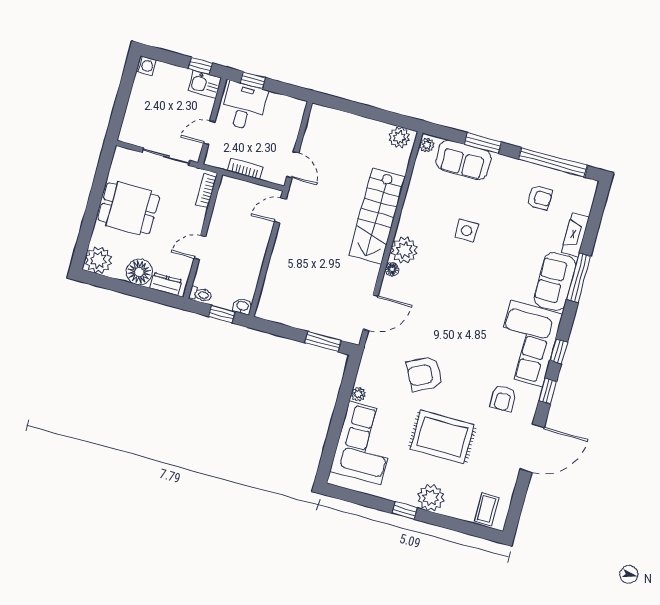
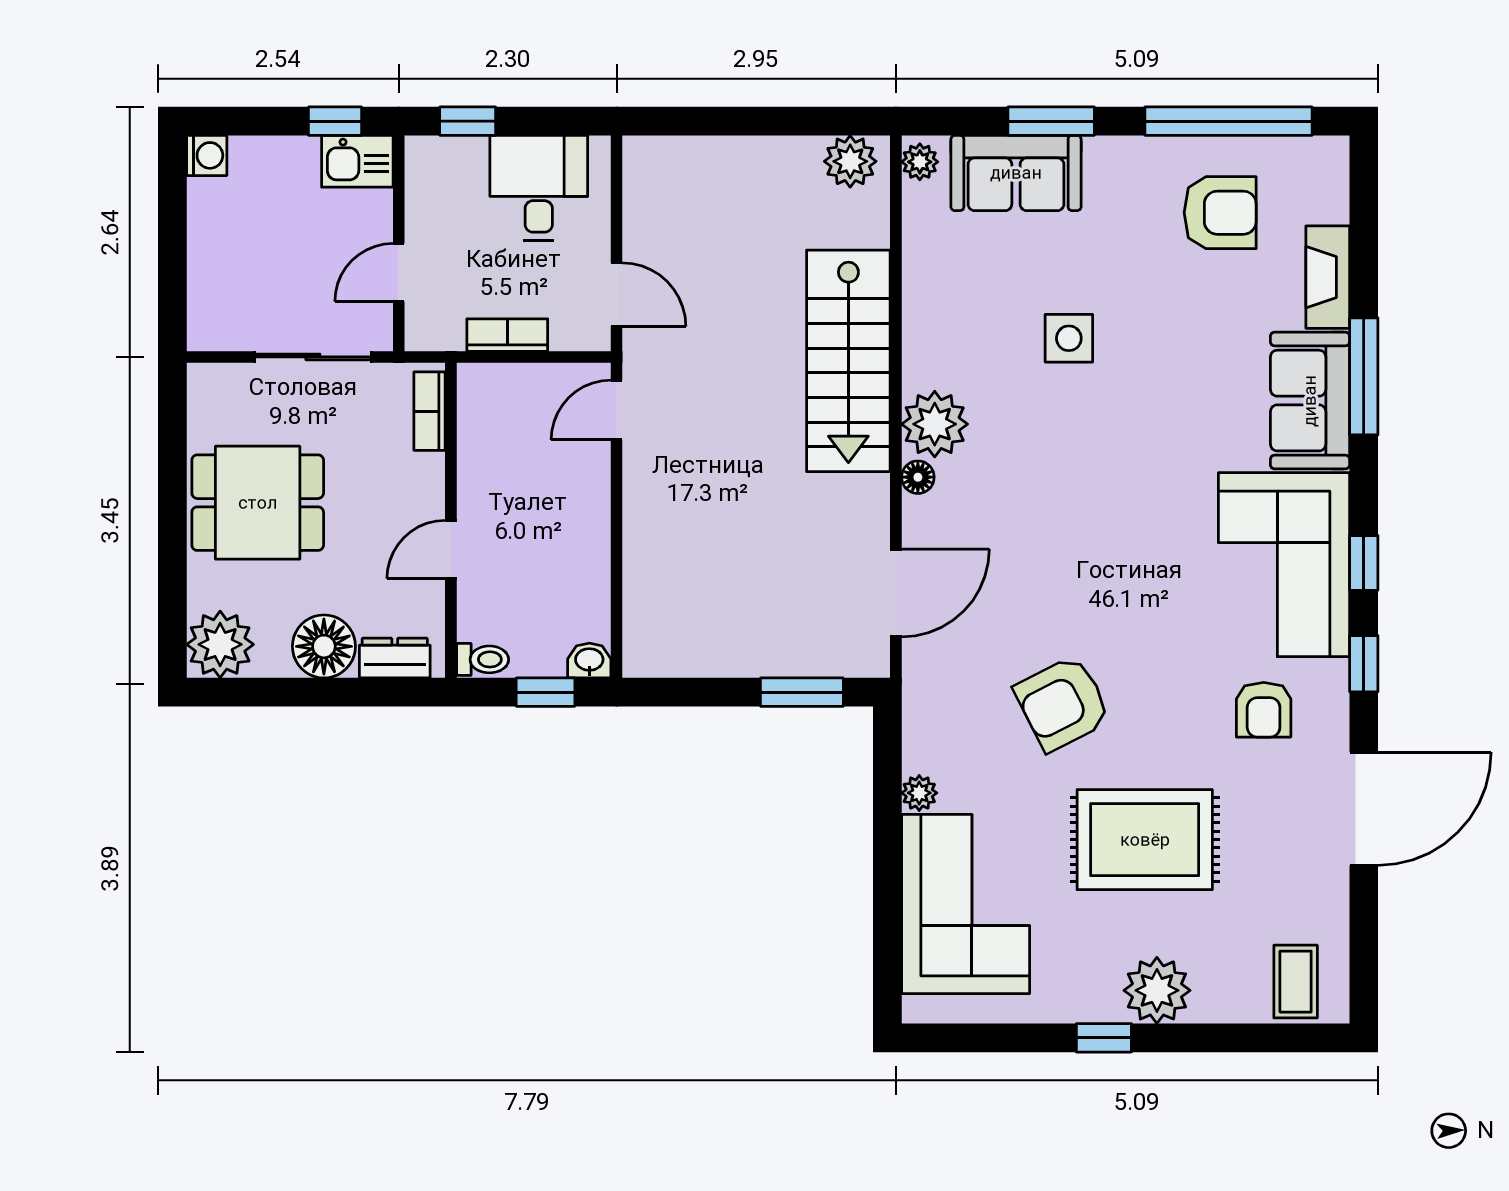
desk: (244, 106) -> (539, 188), moved
armchair: (540, 198) -> (1220, 213), width x1.38, depth x1.38

